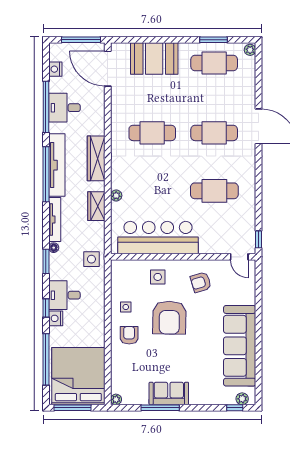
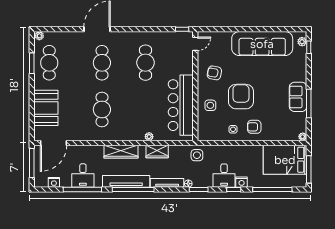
armchair: (201, 282) -> (214, 73), turned 118
armchair: (169, 318) -> (241, 97), turned -91
bed: (78, 376) -> (285, 160), width x0.73

